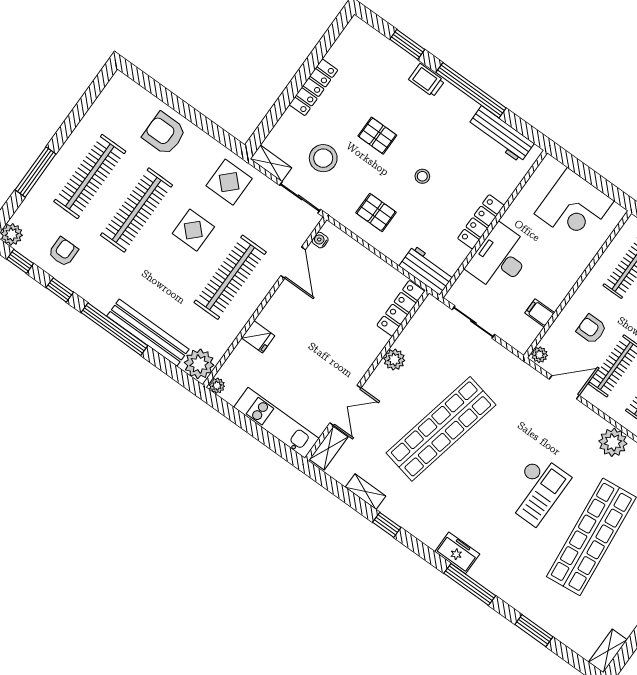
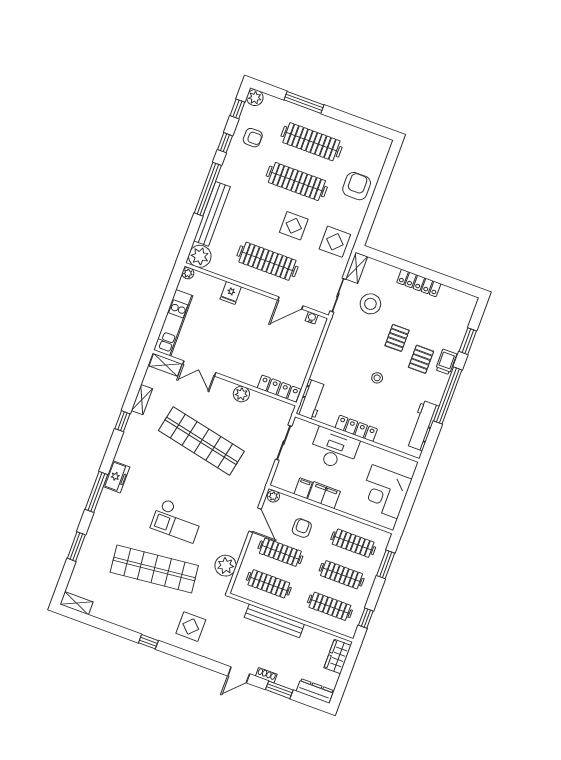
pallet: (376, 213) -> (421, 359), moved
filing cabinet: (557, 288) -> (324, 495), added

